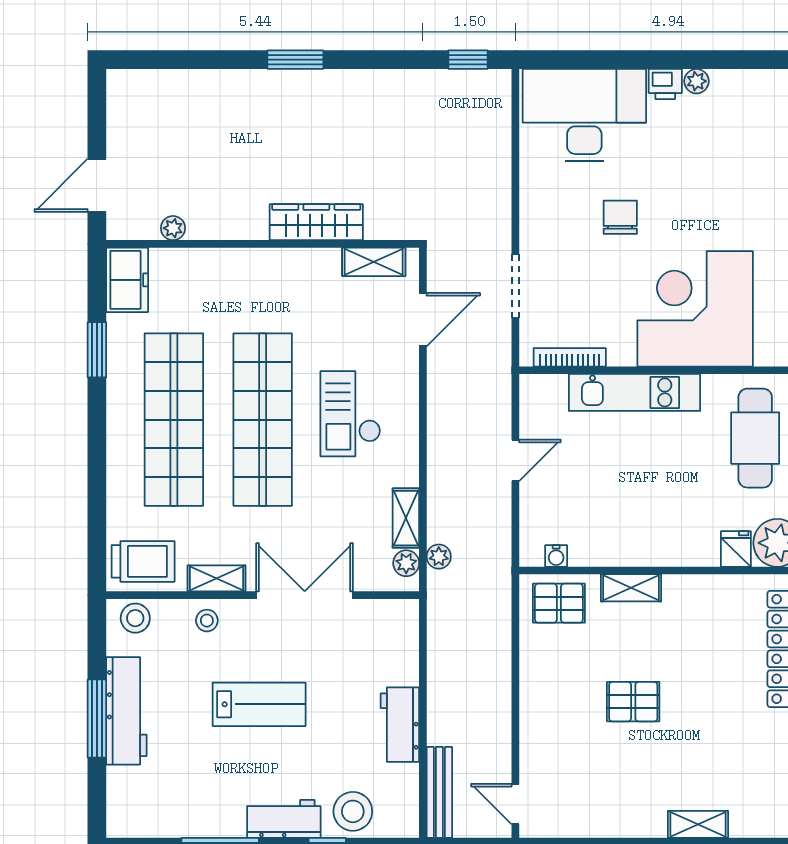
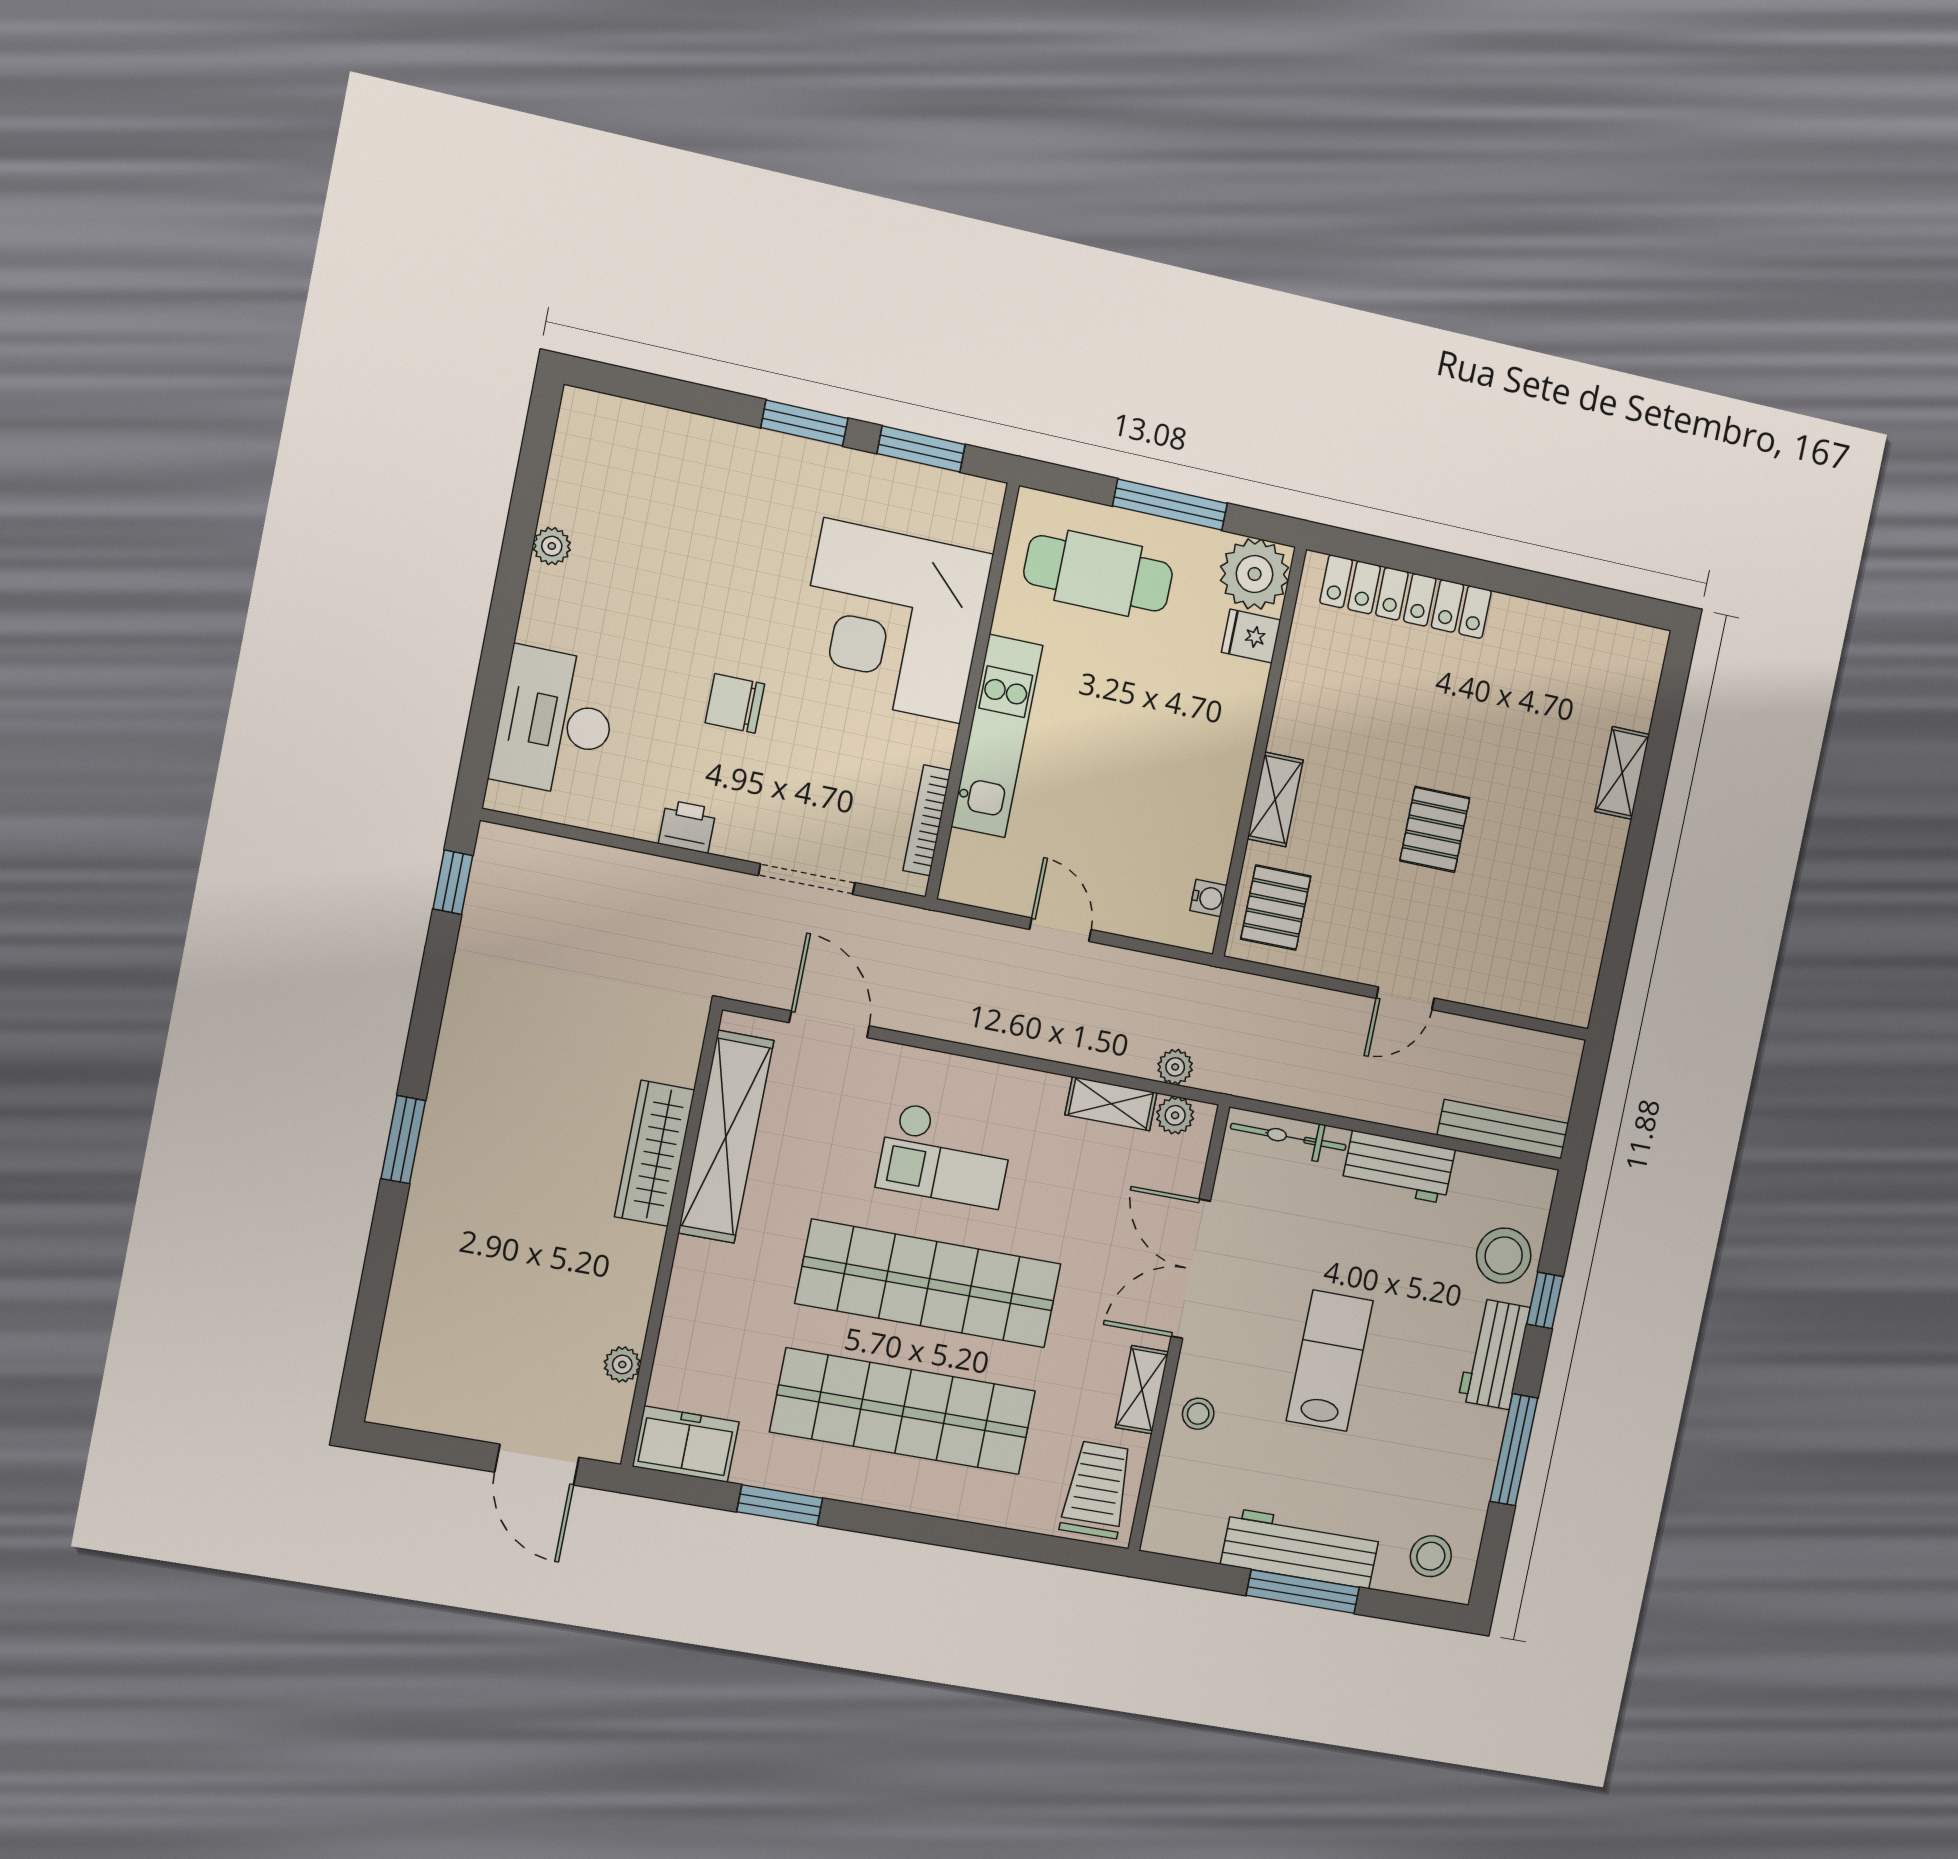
printer: (665, 84) -> (687, 826), moved, turned -90
desk: (584, 115) -> (555, 722), width x0.73, depth x0.77
shelving: (374, 262) -> (726, 1137), width x2.20, depth x1.33
stool: (135, 618) -> (1431, 1556), moved
bicycle: (406, 644) -> (1288, 1137), added
door: (515, 804) -> (1405, 998), moved

